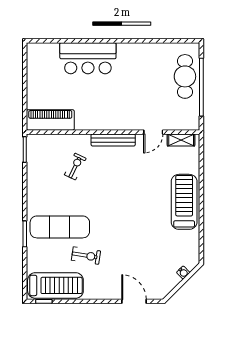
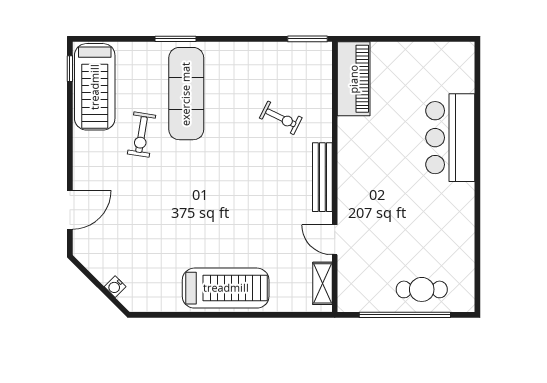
cafe table: (185, 76) -> (422, 289), width x0.73, depth x0.74

